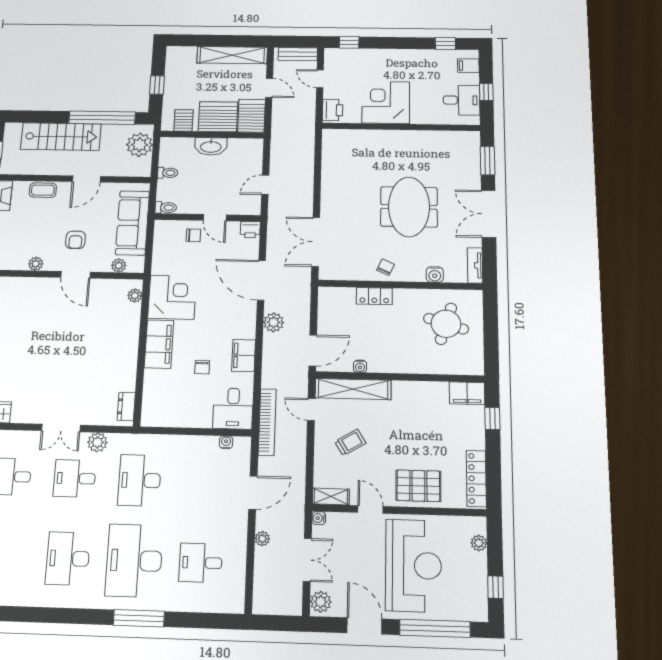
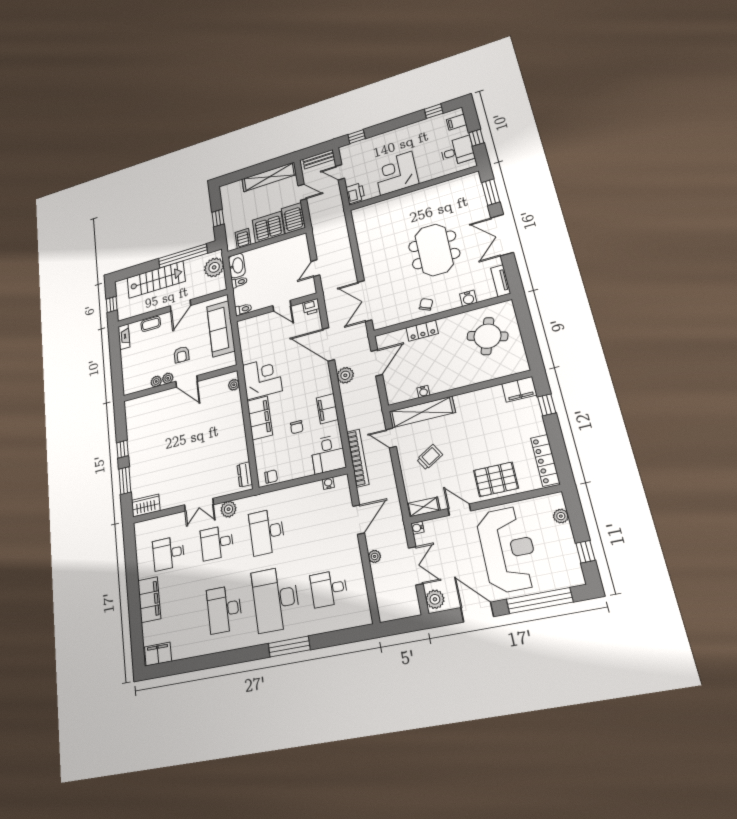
washbasin: (211, 146) -> (237, 266), moved, turned -90
chair: (193, 235) -> (271, 477), moved
plant: (119, 265) -> (168, 378), moved
door: (313, 351) -> (377, 363), moved

